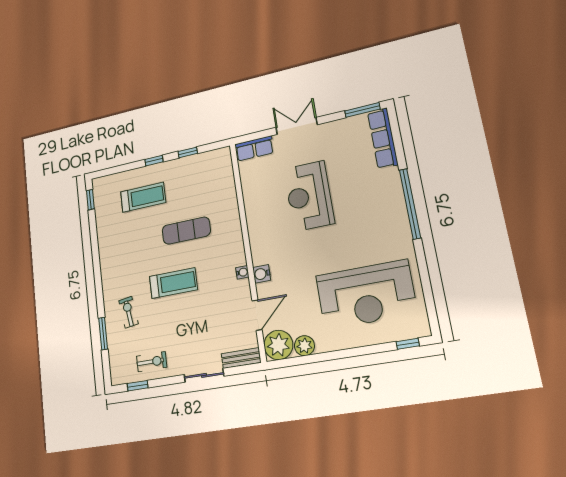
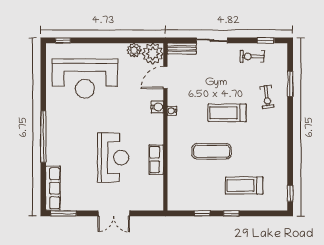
row of seats: (254, 148) -> (156, 159), moved, turned -90
reception desk: (366, 295) -> (85, 78), turned 180

